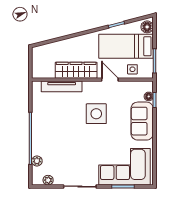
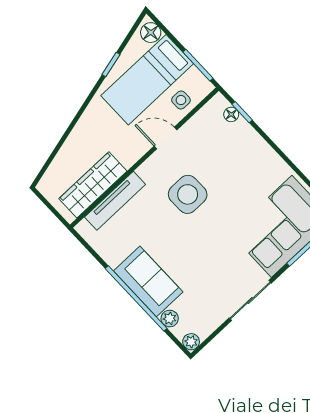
wardrobe: (76, 70) -> (93, 185), moved
sofa: (142, 121) -> (148, 281), moved, turned 180
plant: (48, 180) -> (191, 342), moved

